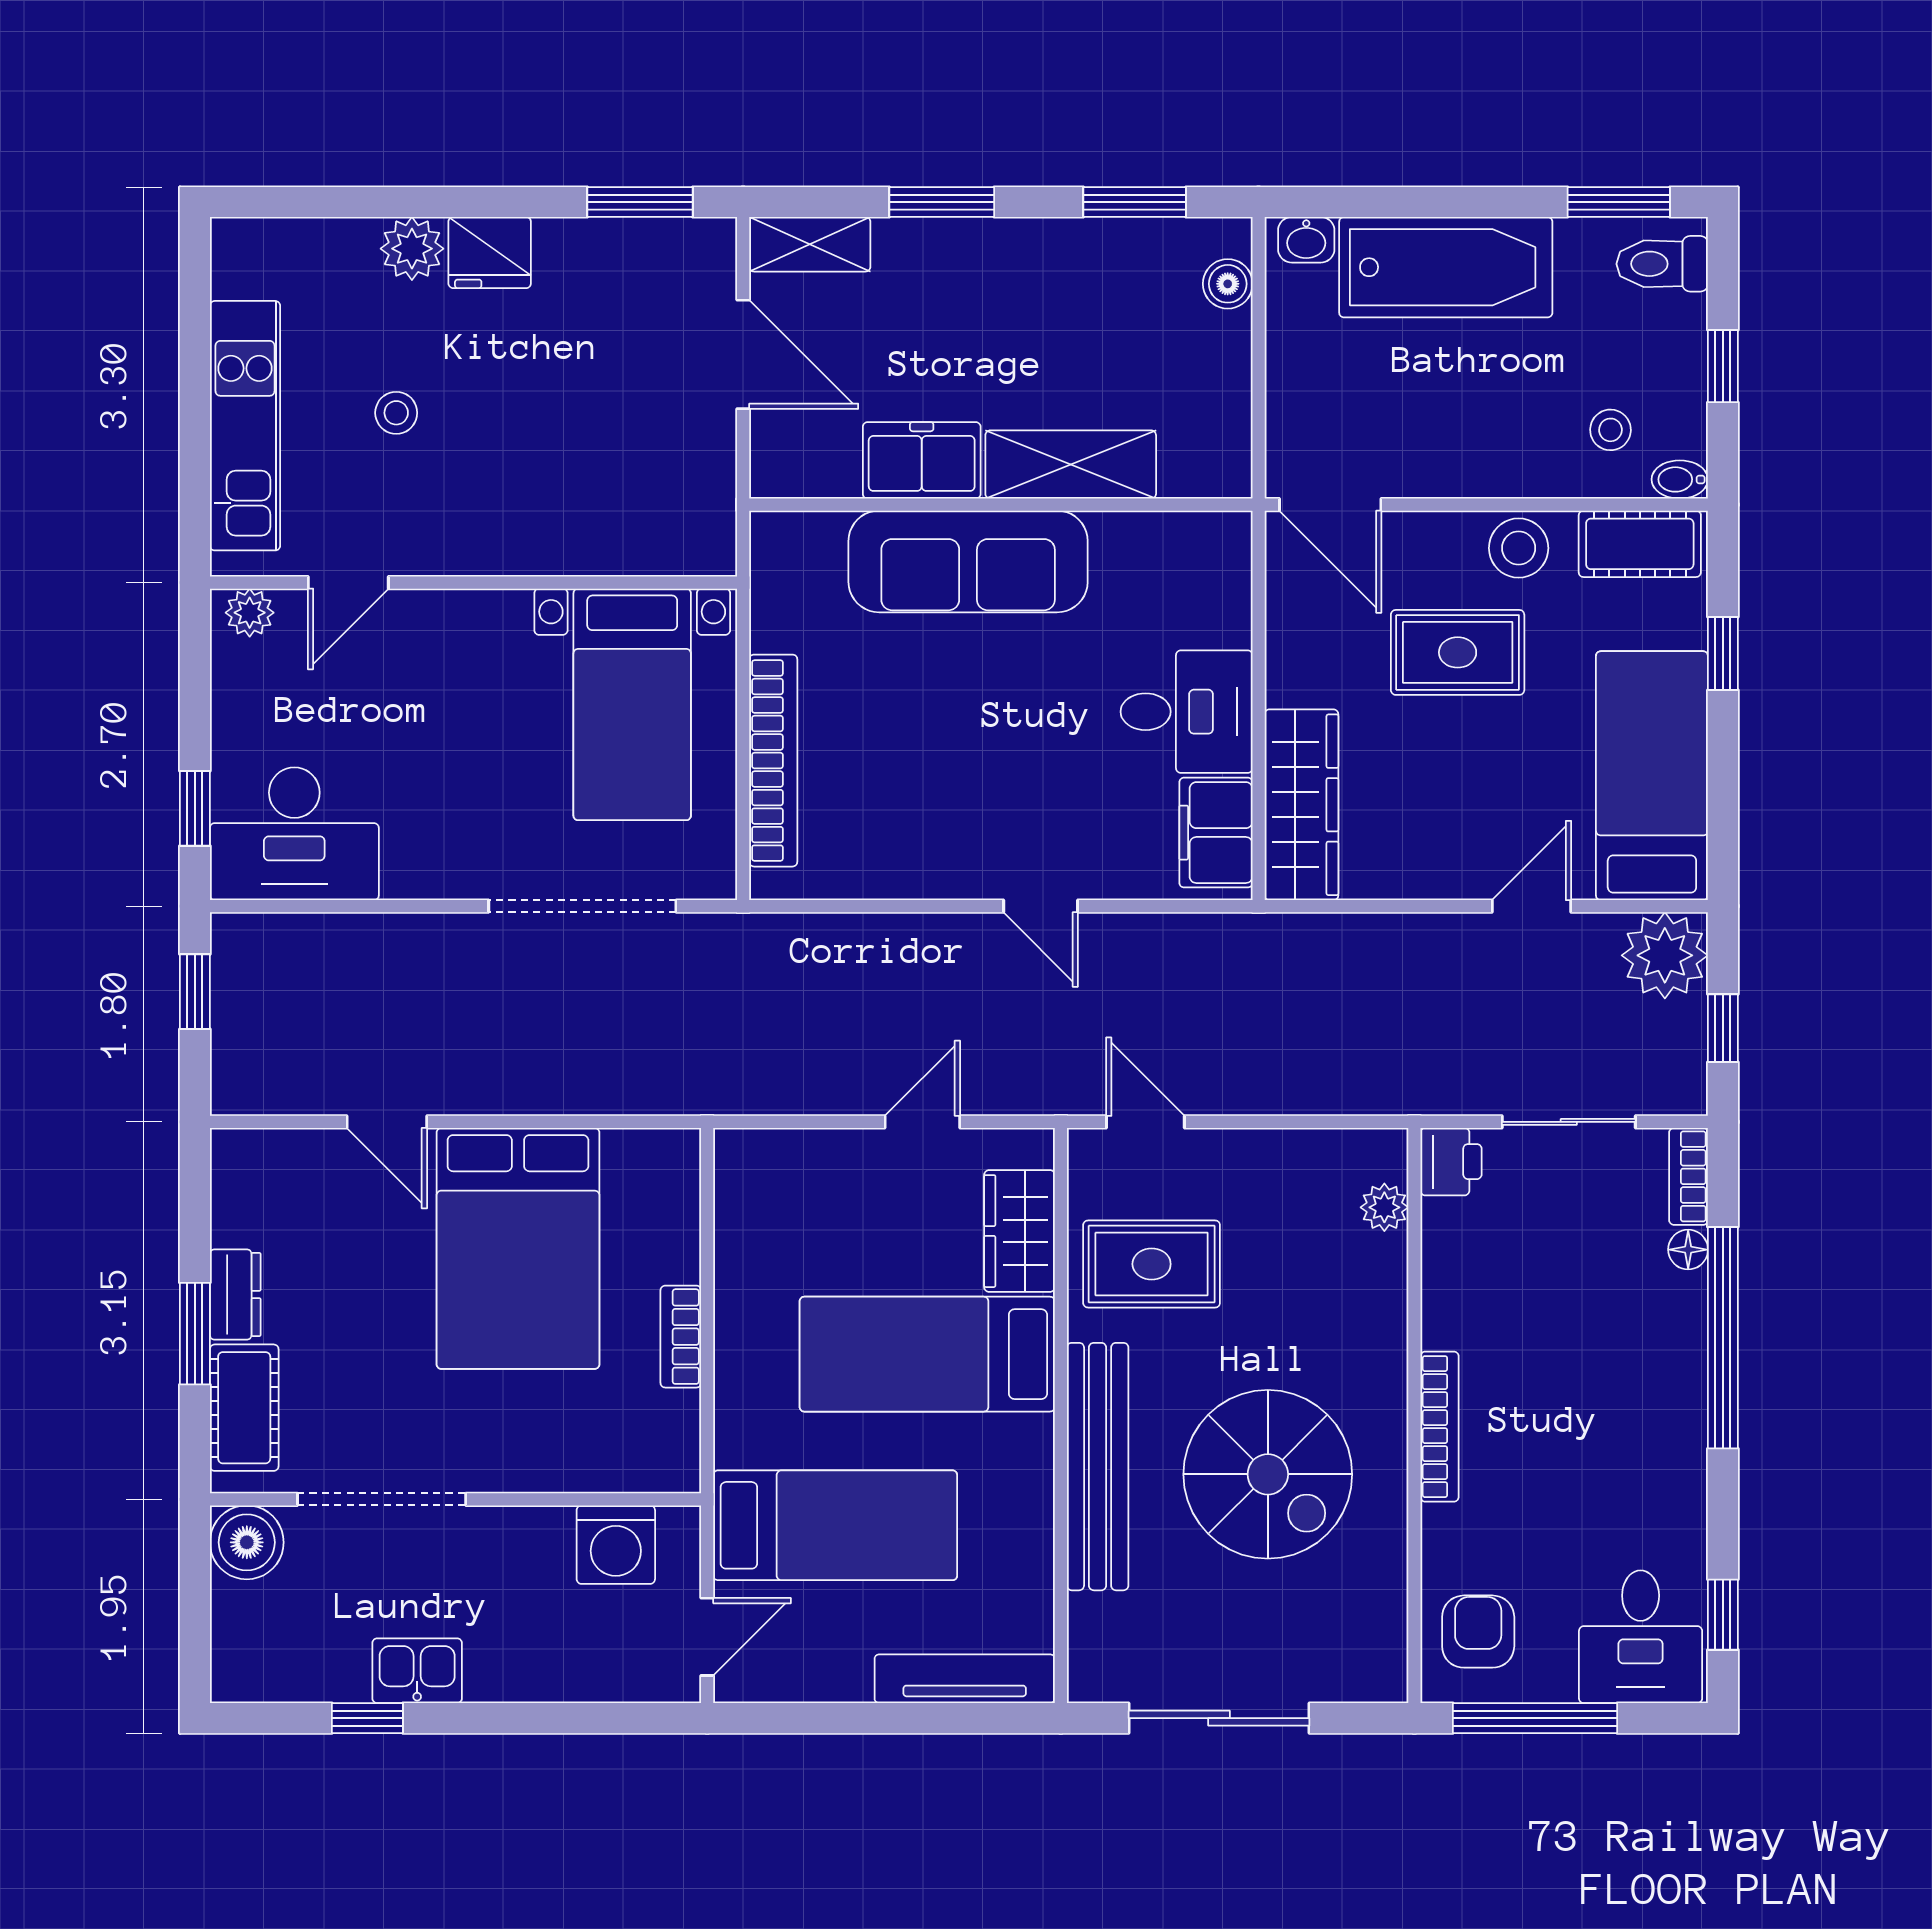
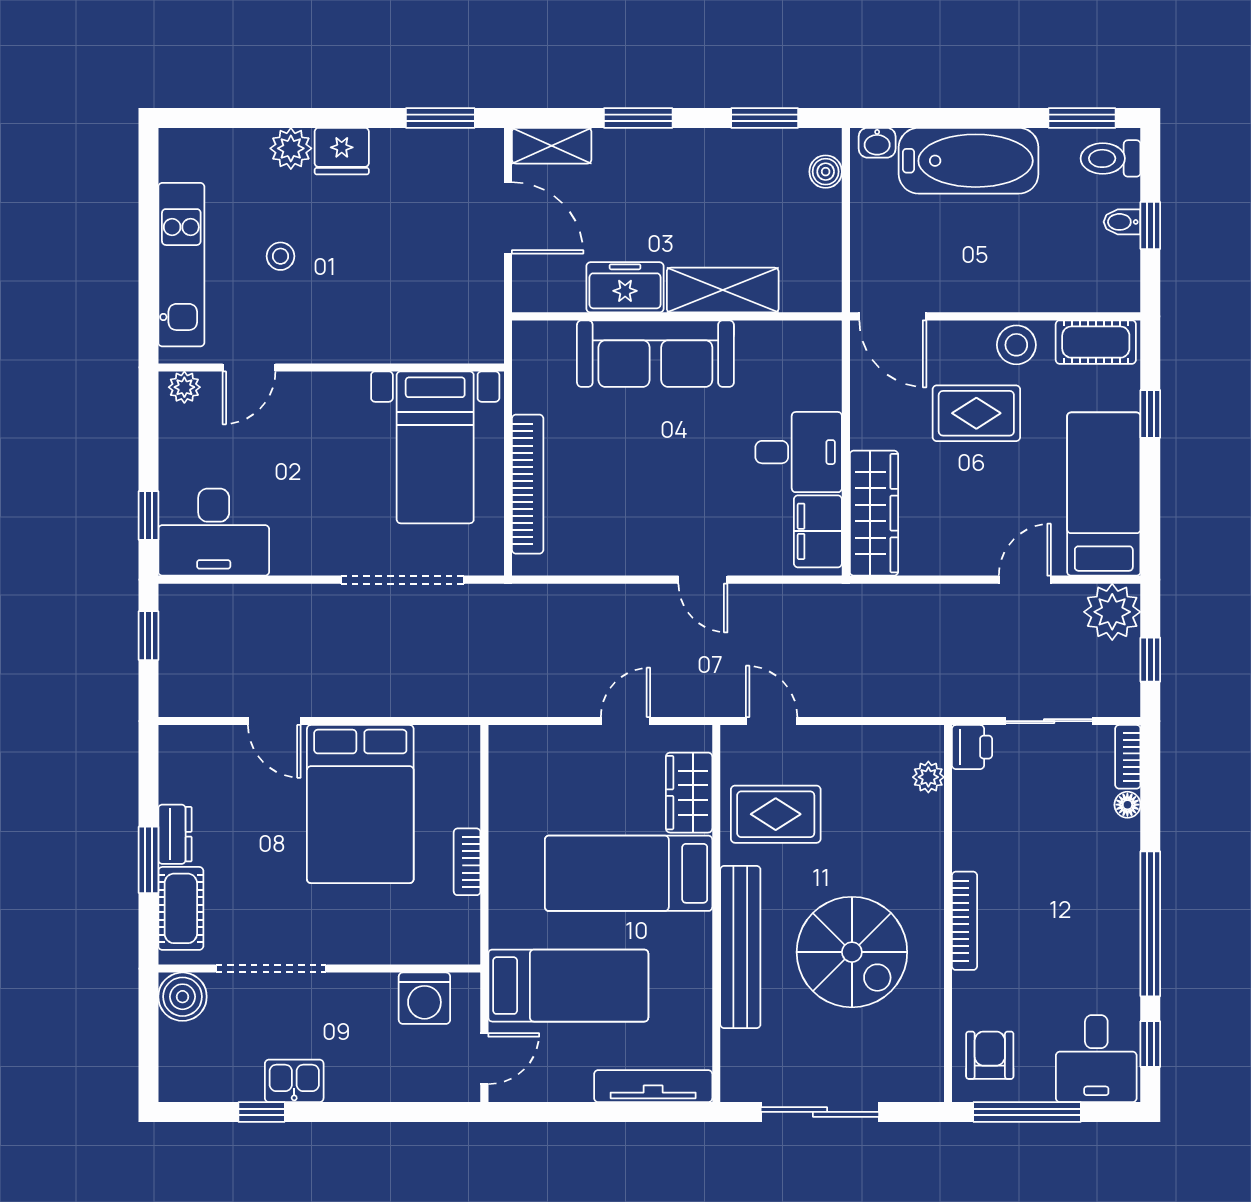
stool: (1610, 430) -> (1077, 267), removed
bidet: (1680, 479) -> (1122, 222), moved
window: (1723, 1338) -> (1150, 924), moved

